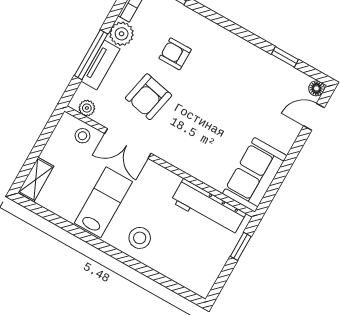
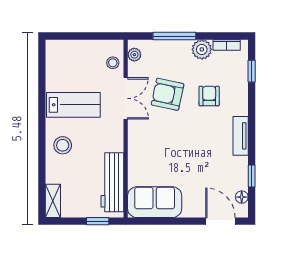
tv unit: (101, 65) -> (241, 136), moved, turned 90
floor lamp: (316, 88) -> (242, 197), moved
door: (314, 117) -> (220, 221), width x1.38
double door: (128, 143) -> (126, 98), swing flipped
shelving: (36, 179) -> (53, 201), moved, turned 90

